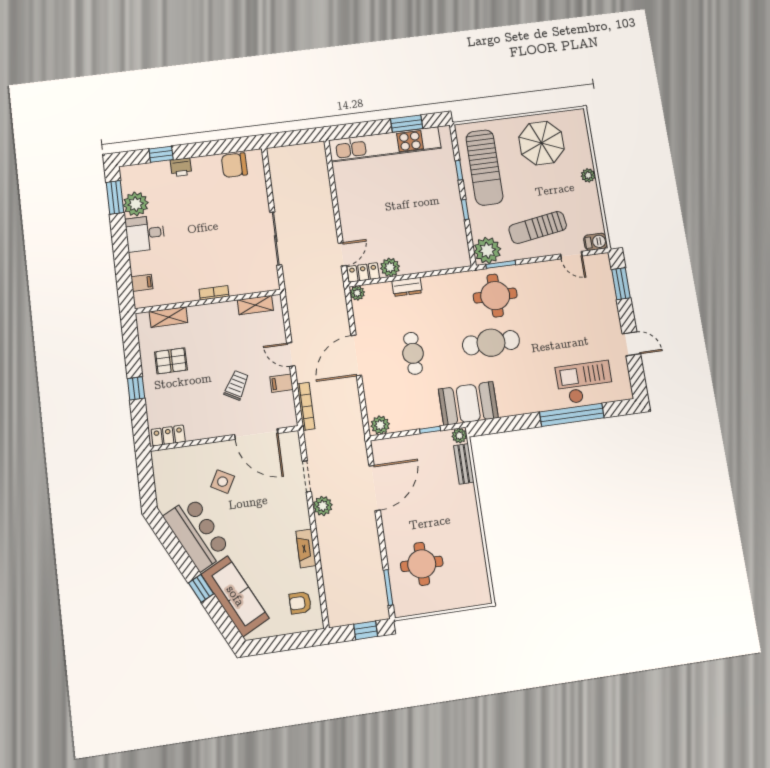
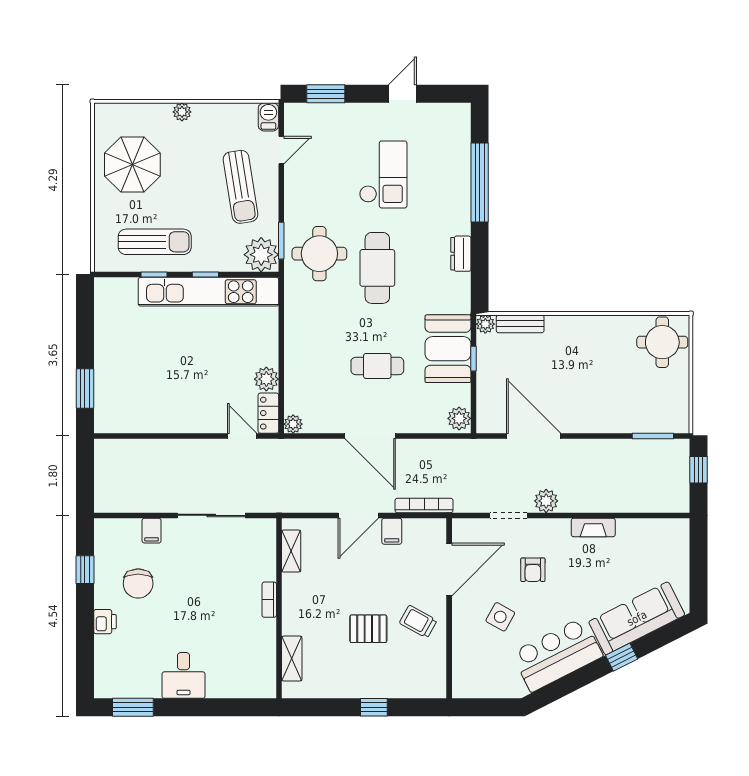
window: (407, 124) -> (85, 389), moved
kitchen unit: (385, 144) -> (208, 292), moved, turned 90
window: (161, 154) -> (85, 570), moved
chair: (234, 165) -> (138, 584), moved
sun lounger: (485, 168) -> (155, 242), width x0.73, depth x0.75
plant: (136, 204) -> (145, 683), removed
filing cabinet: (142, 283) -> (152, 531), moved, turned 180
dresser: (407, 287) -> (461, 254), moved, turned 180
door: (291, 354) -> (358, 515), width x1.38
pallet: (171, 361) -> (368, 629), moved, turned 90
checkout: (585, 382) -> (383, 174), moved, turned 180
trolley: (237, 385) -> (418, 622), moved
booth: (468, 403) -> (448, 349), moved
locker: (168, 436) -> (436, 675), removed
round table: (422, 564) -> (662, 342), moved
armchair: (300, 603) -> (533, 570), moved

